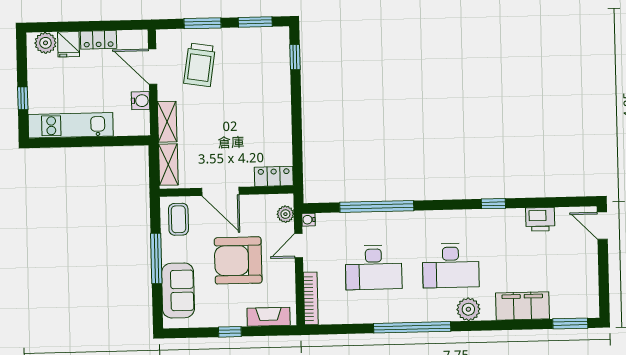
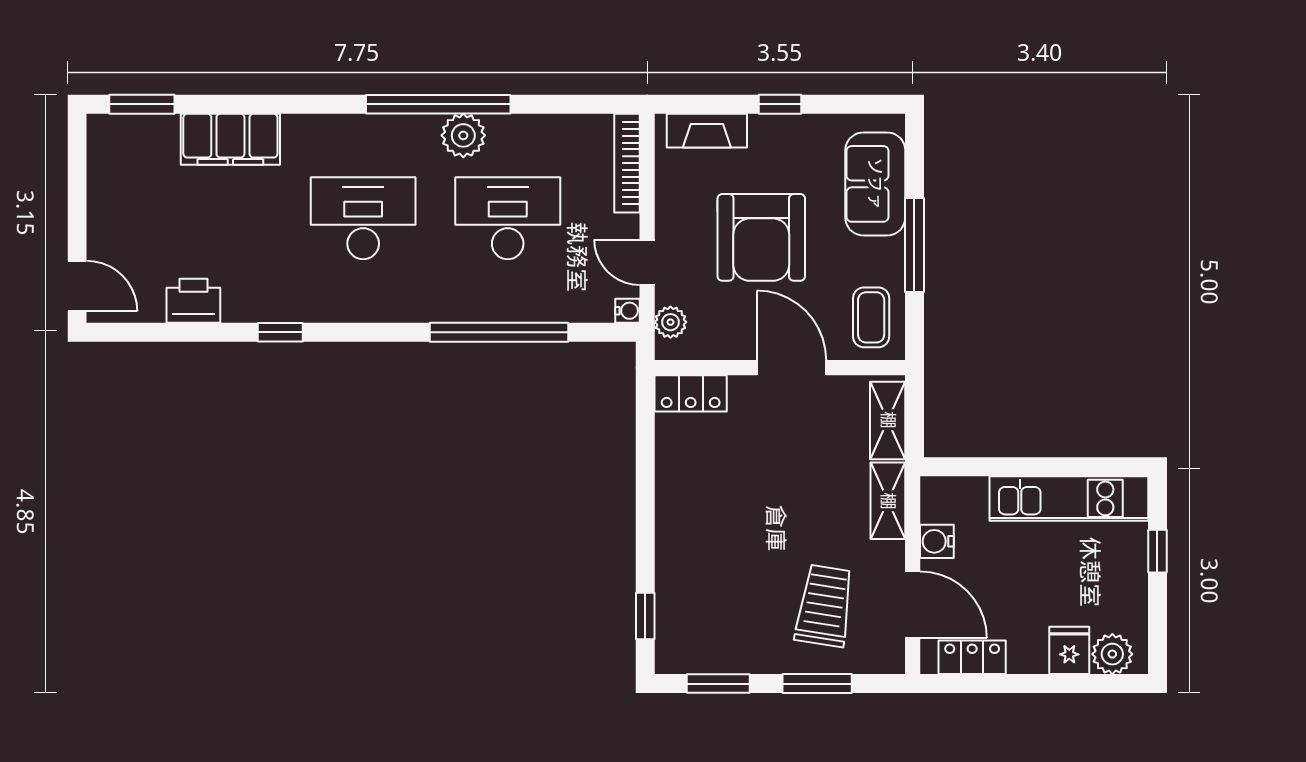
locker: (99, 40) -> (972, 657), moved
door: (299, 246) -> (647, 262), swing flipped
armchair: (238, 260) -> (761, 237), turned 90
plant: (468, 309) -> (463, 135), moved

